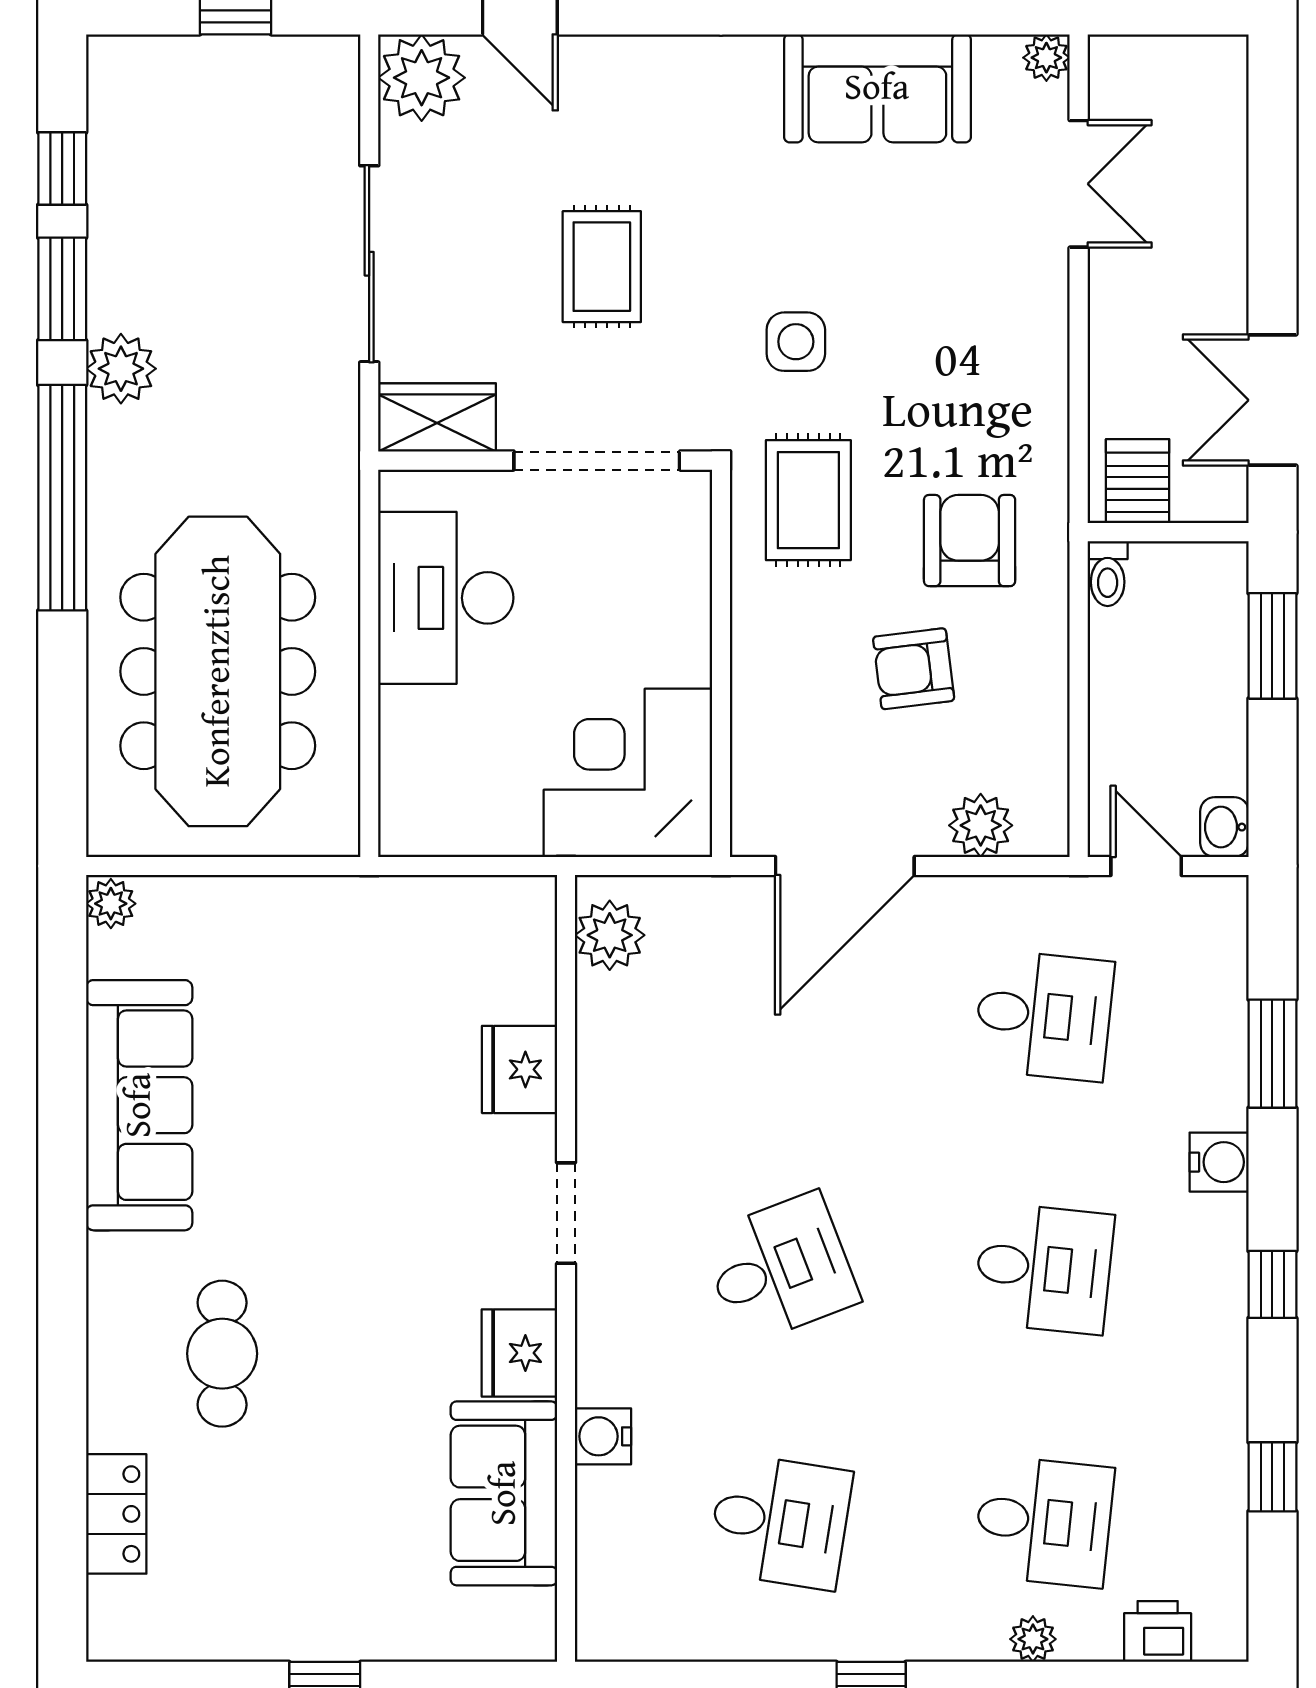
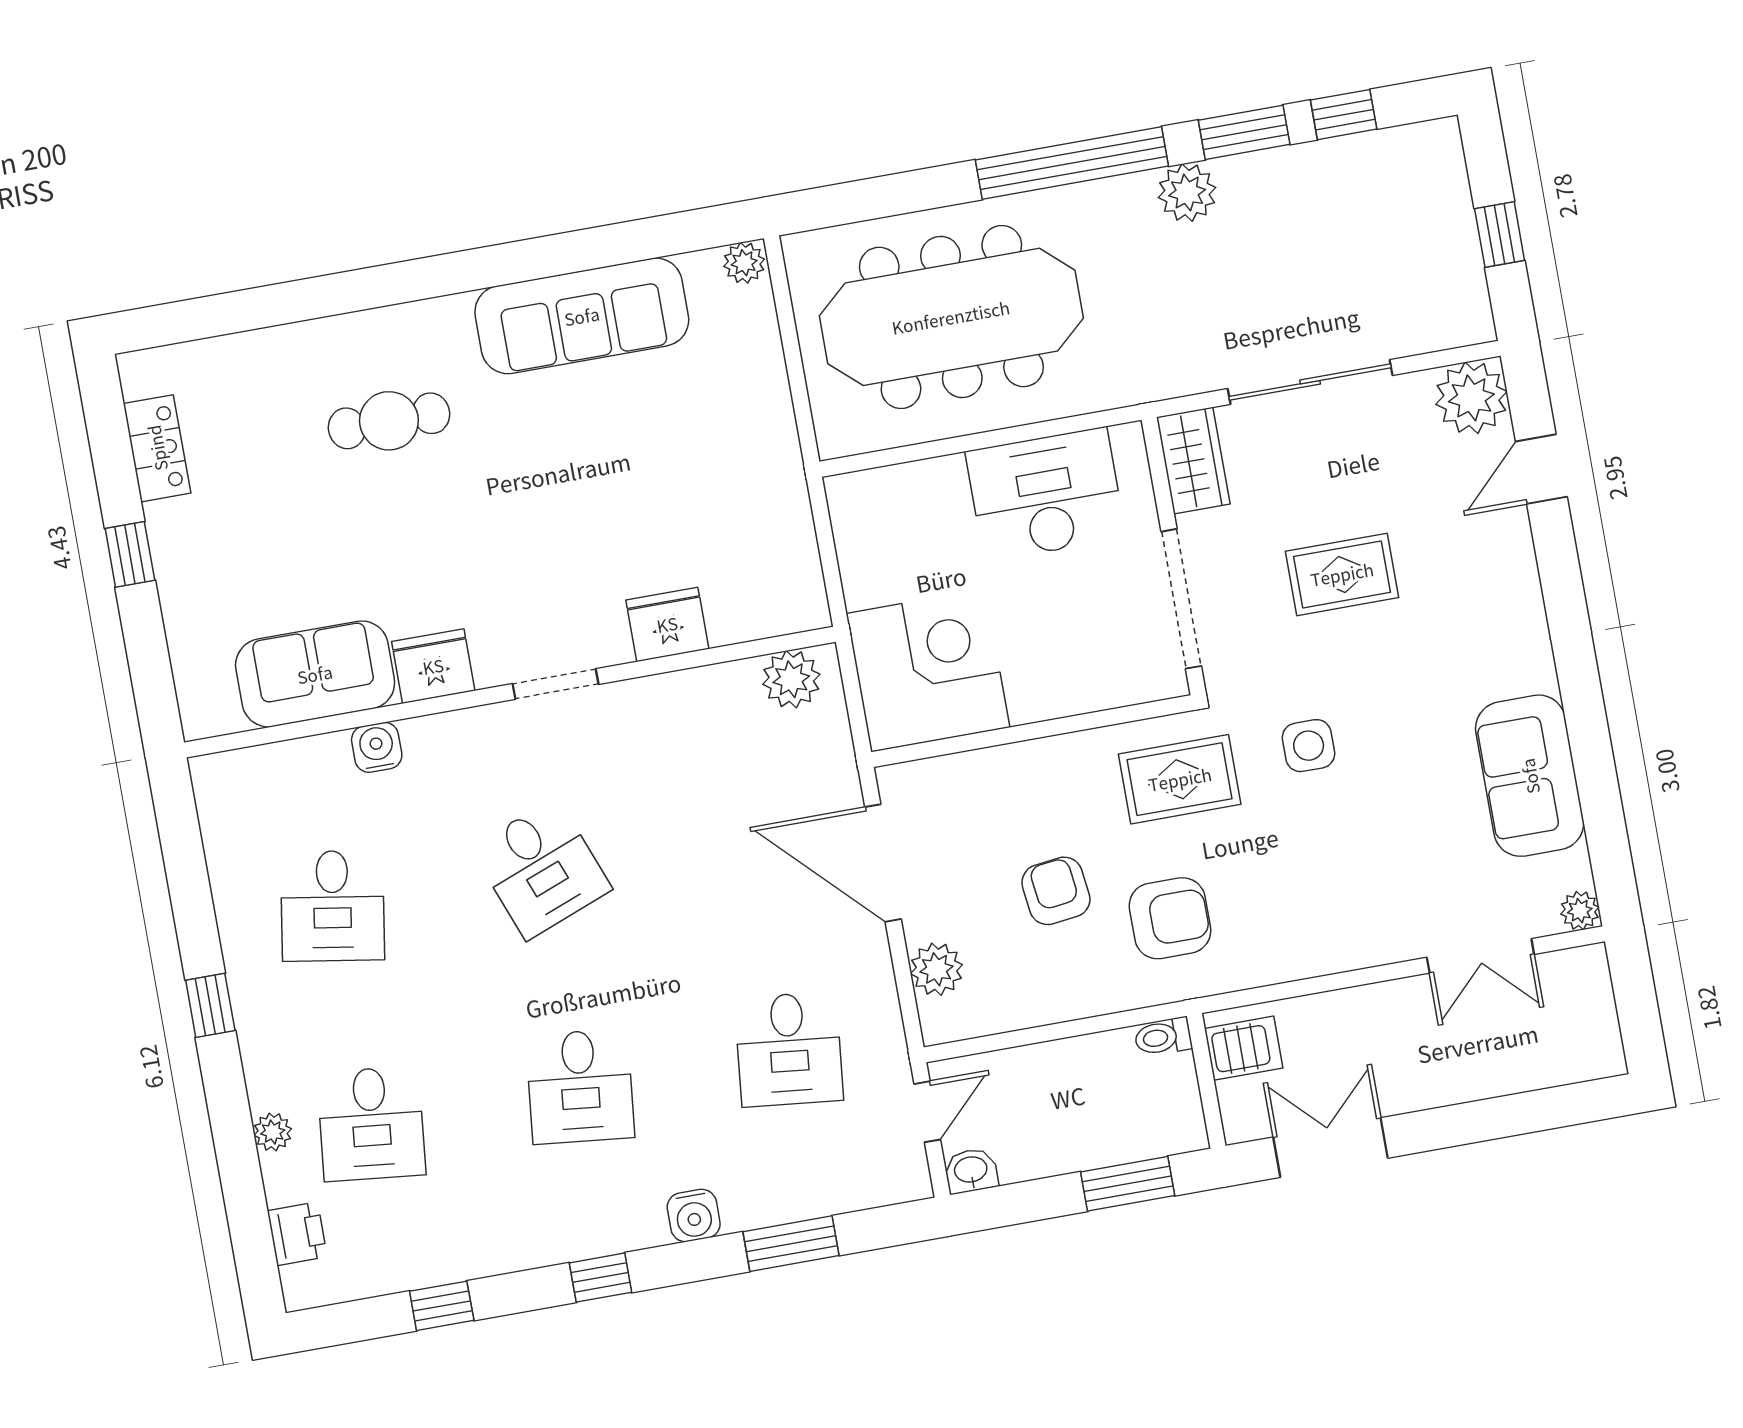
locker: (116, 1514) -> (157, 448), moved, turned -90

